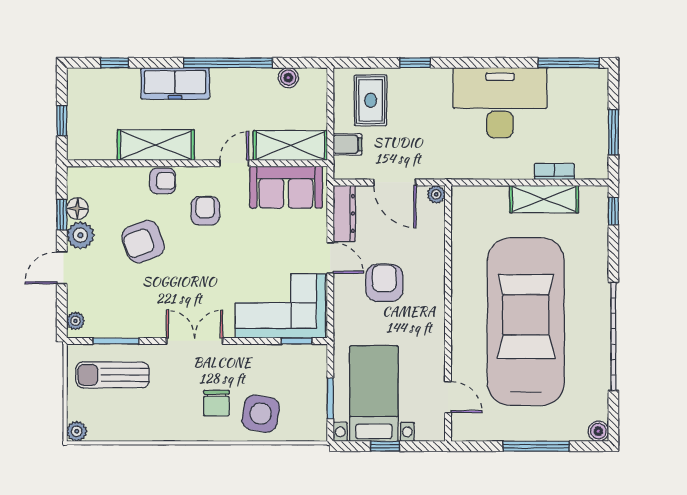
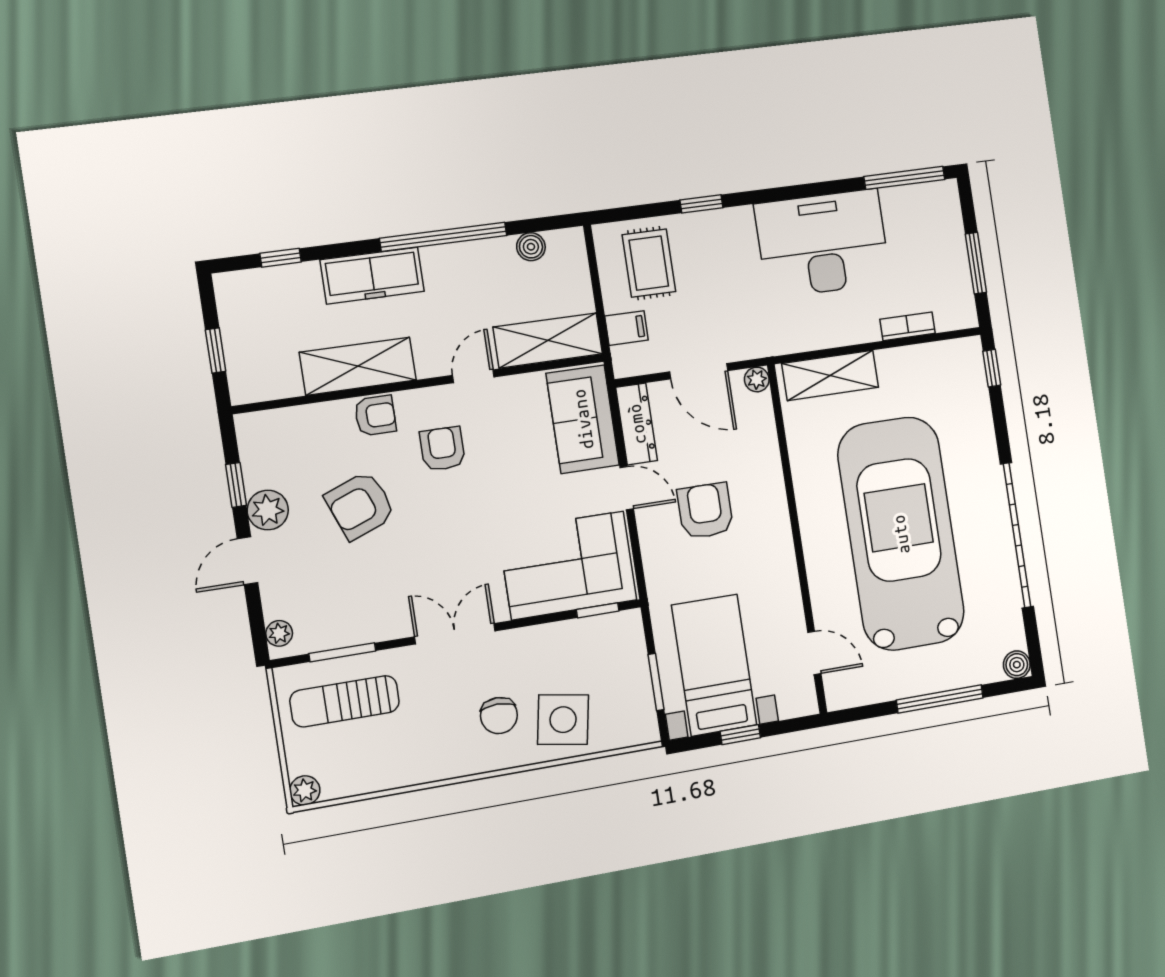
sofa: (286, 187) -> (583, 419), moved, turned 90
shelving: (544, 199) -> (830, 375), moved
floor lamp: (77, 209) -> (258, 473), removed

